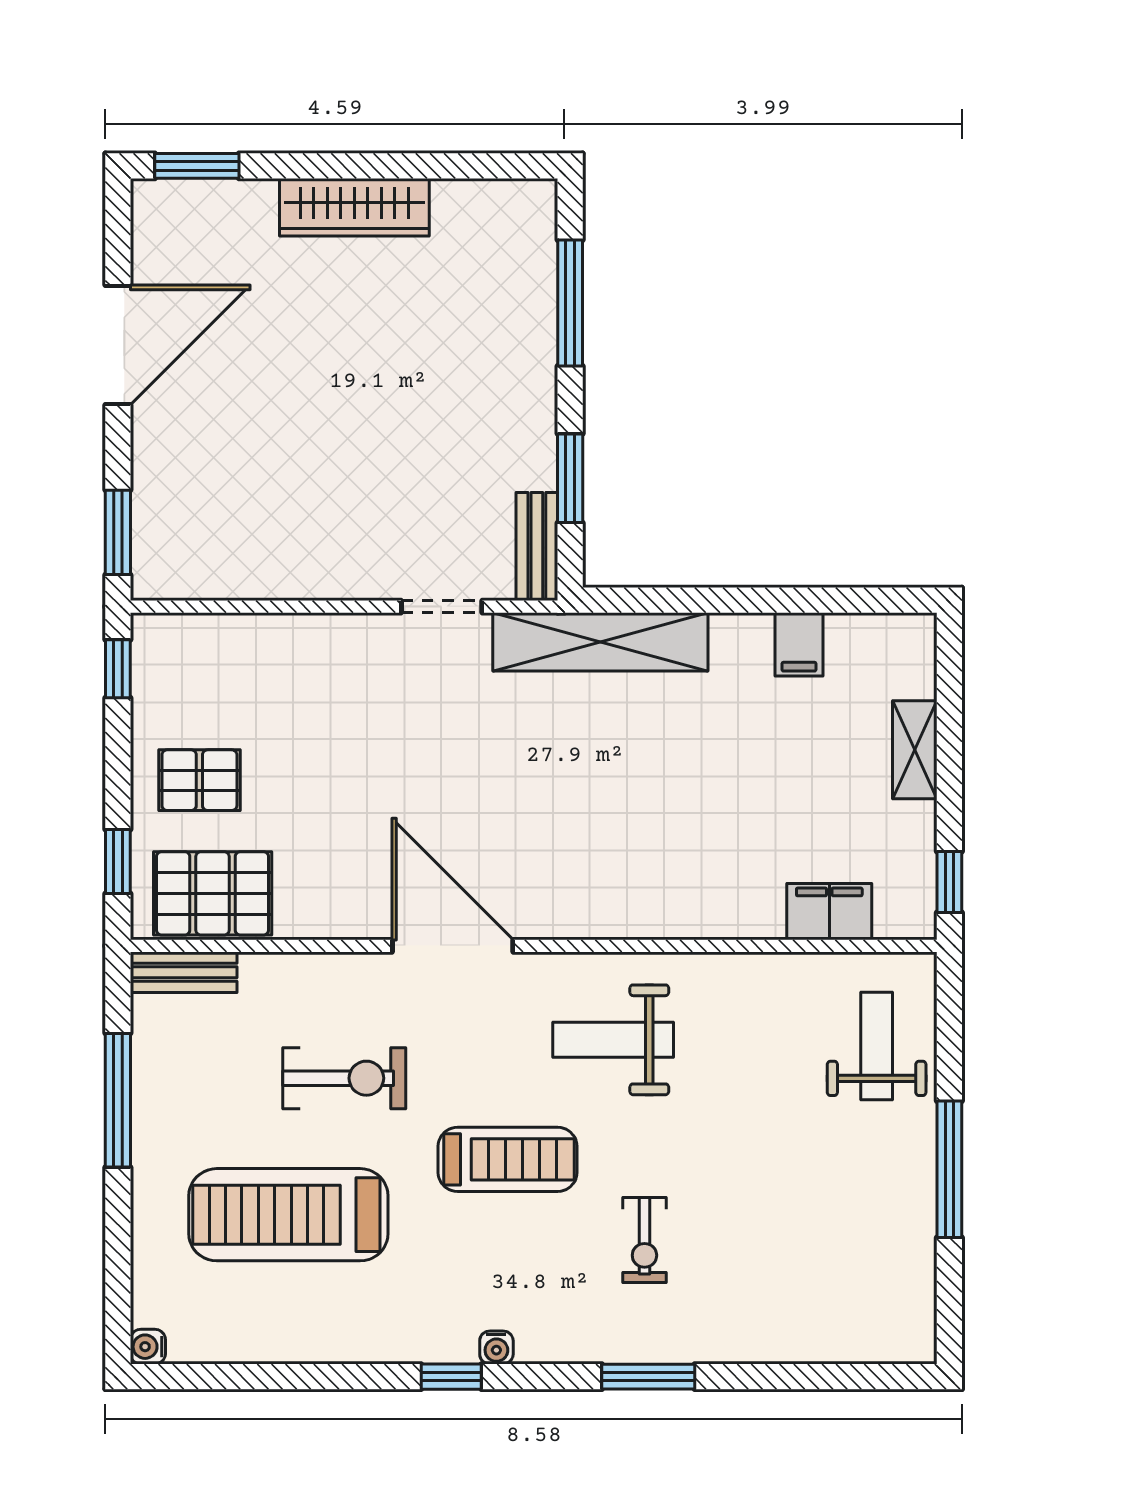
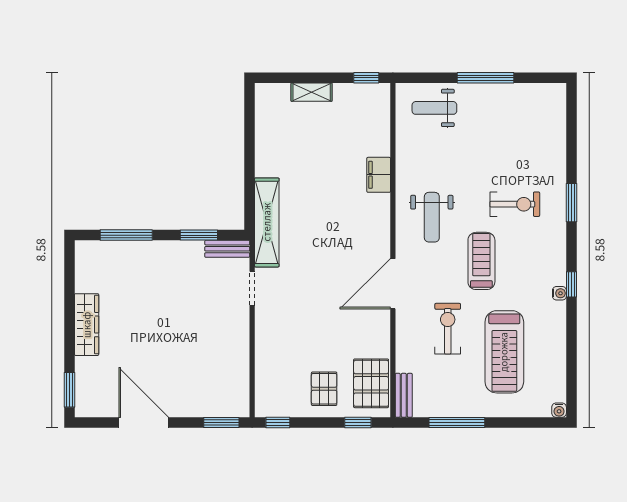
filing cabinet: (799, 644) -> (268, 140), removed
filing cabinet: (829, 912) -> (379, 175), moved
exercise bike: (644, 1240) -> (515, 204), width x1.38, depth x1.39
water cooler: (496, 1347) -> (559, 293), moved

